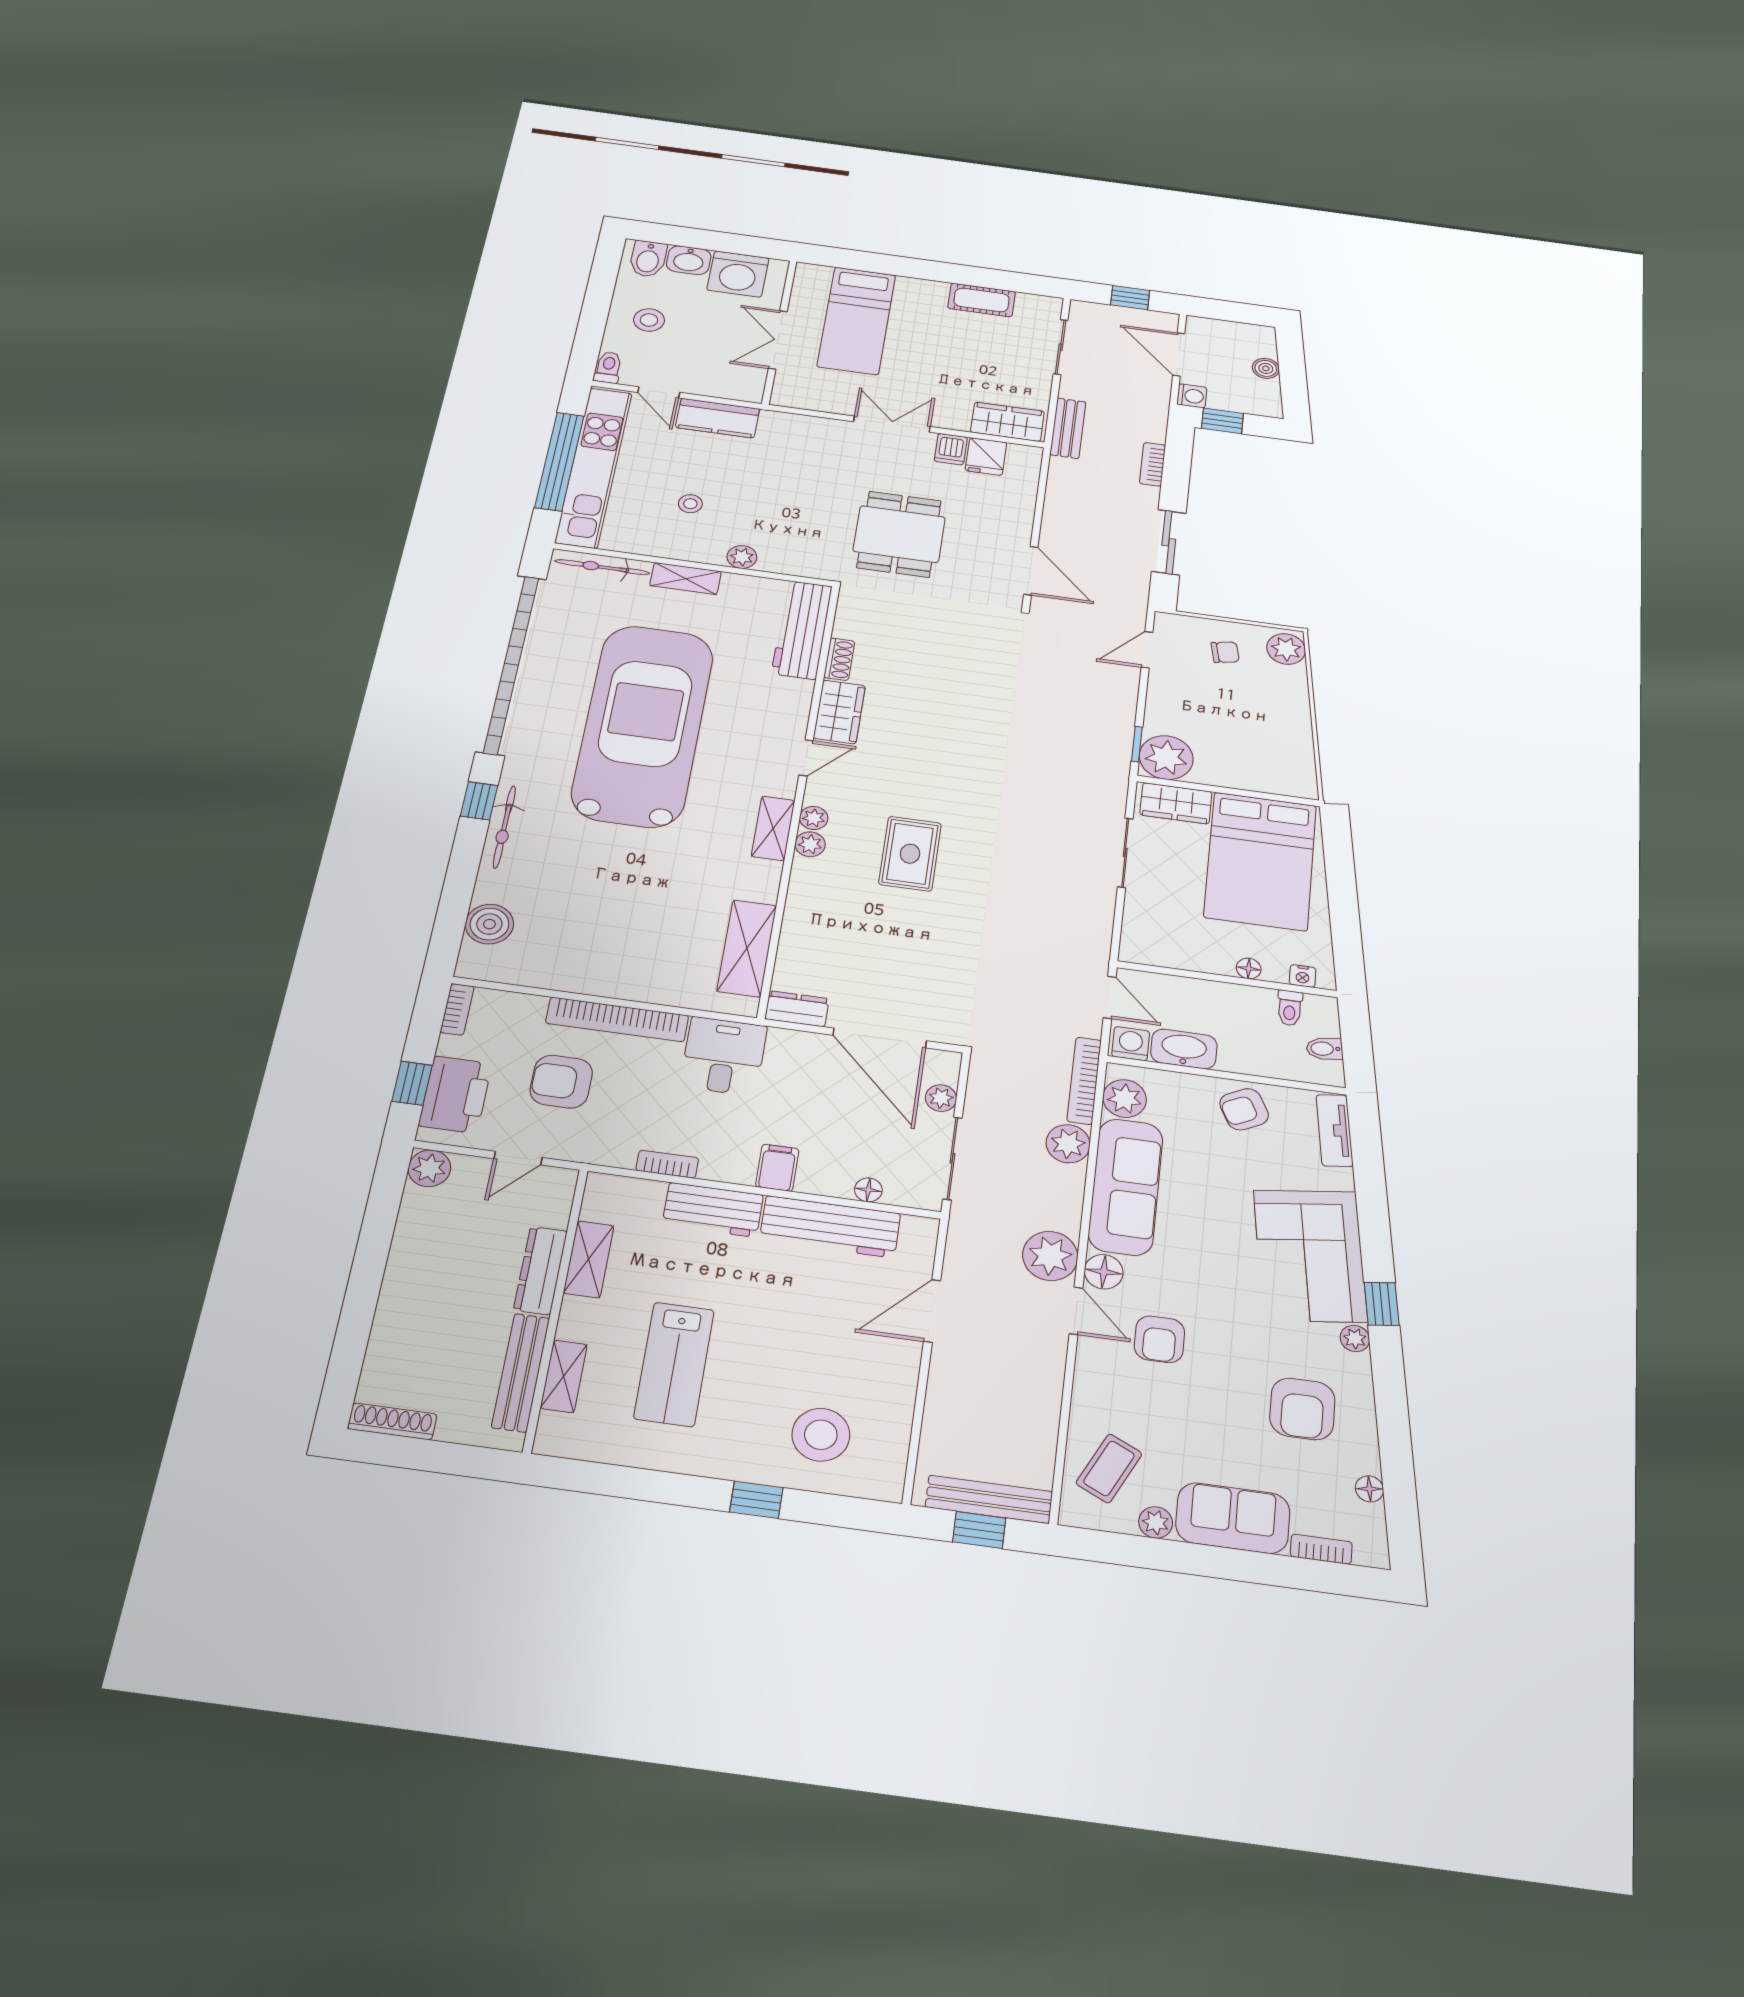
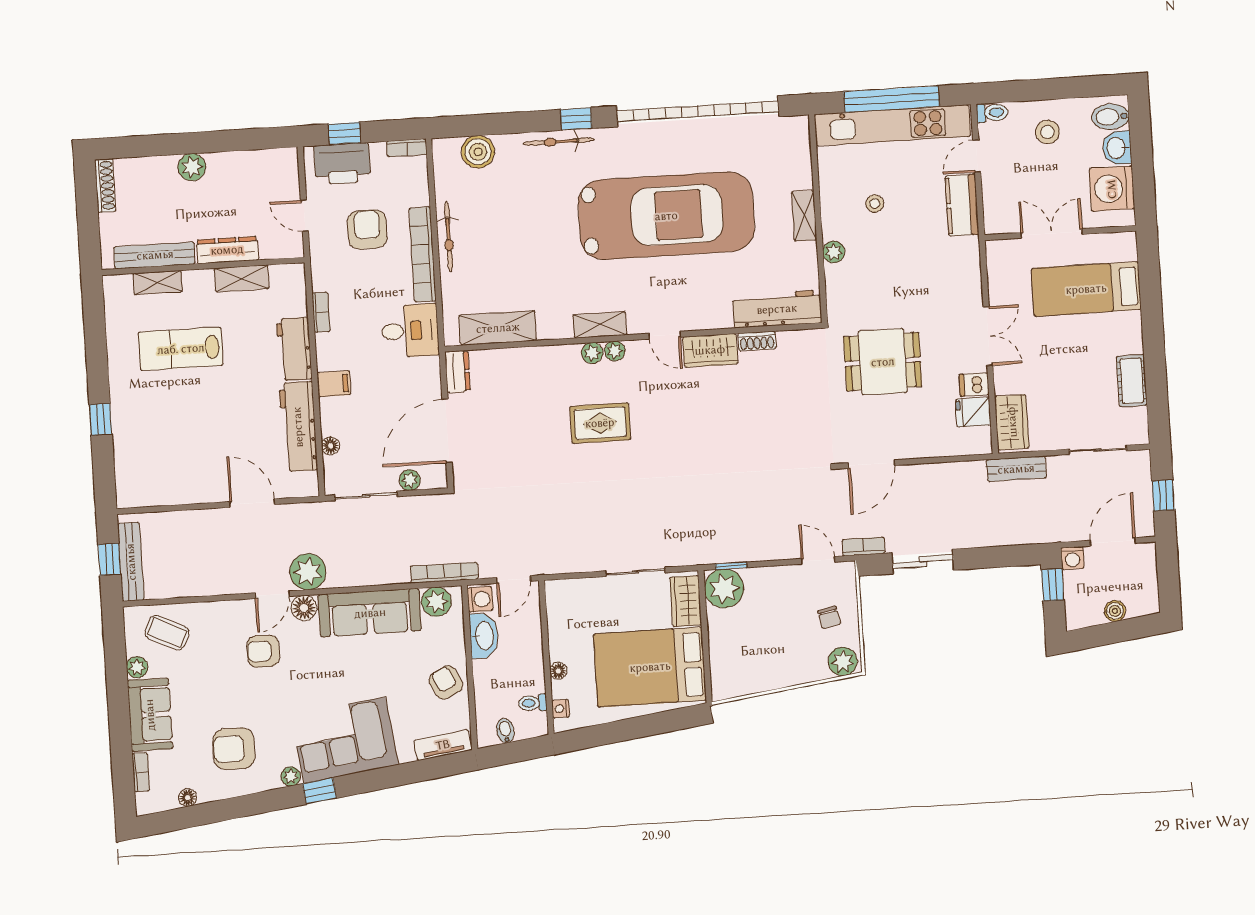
bookcase: (1153, 464) -> (863, 546), moved
bicycle: (602, 567) -> (449, 237), moved, turned 180
plant: (1068, 1144) -> (394, 570), removed
plant: (429, 1168) -> (192, 167), moved
stool: (821, 1435) -> (152, 450), removed

